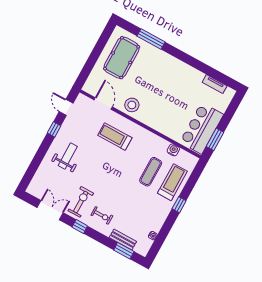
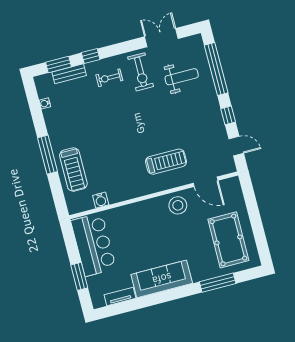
sofa: (181, 72) -> (162, 279), added
window: (215, 139) -> (79, 276), moved
weight bench: (68, 156) -> (182, 77), moved, turned -90
window: (36, 162) -> (216, 69), added
exercise mat: (151, 172) -> (103, 160), removed
window: (179, 205) -> (48, 155), width x2.17
double door: (50, 210) -> (161, 38), swing flipped
window: (80, 227) -> (91, 56), moved

